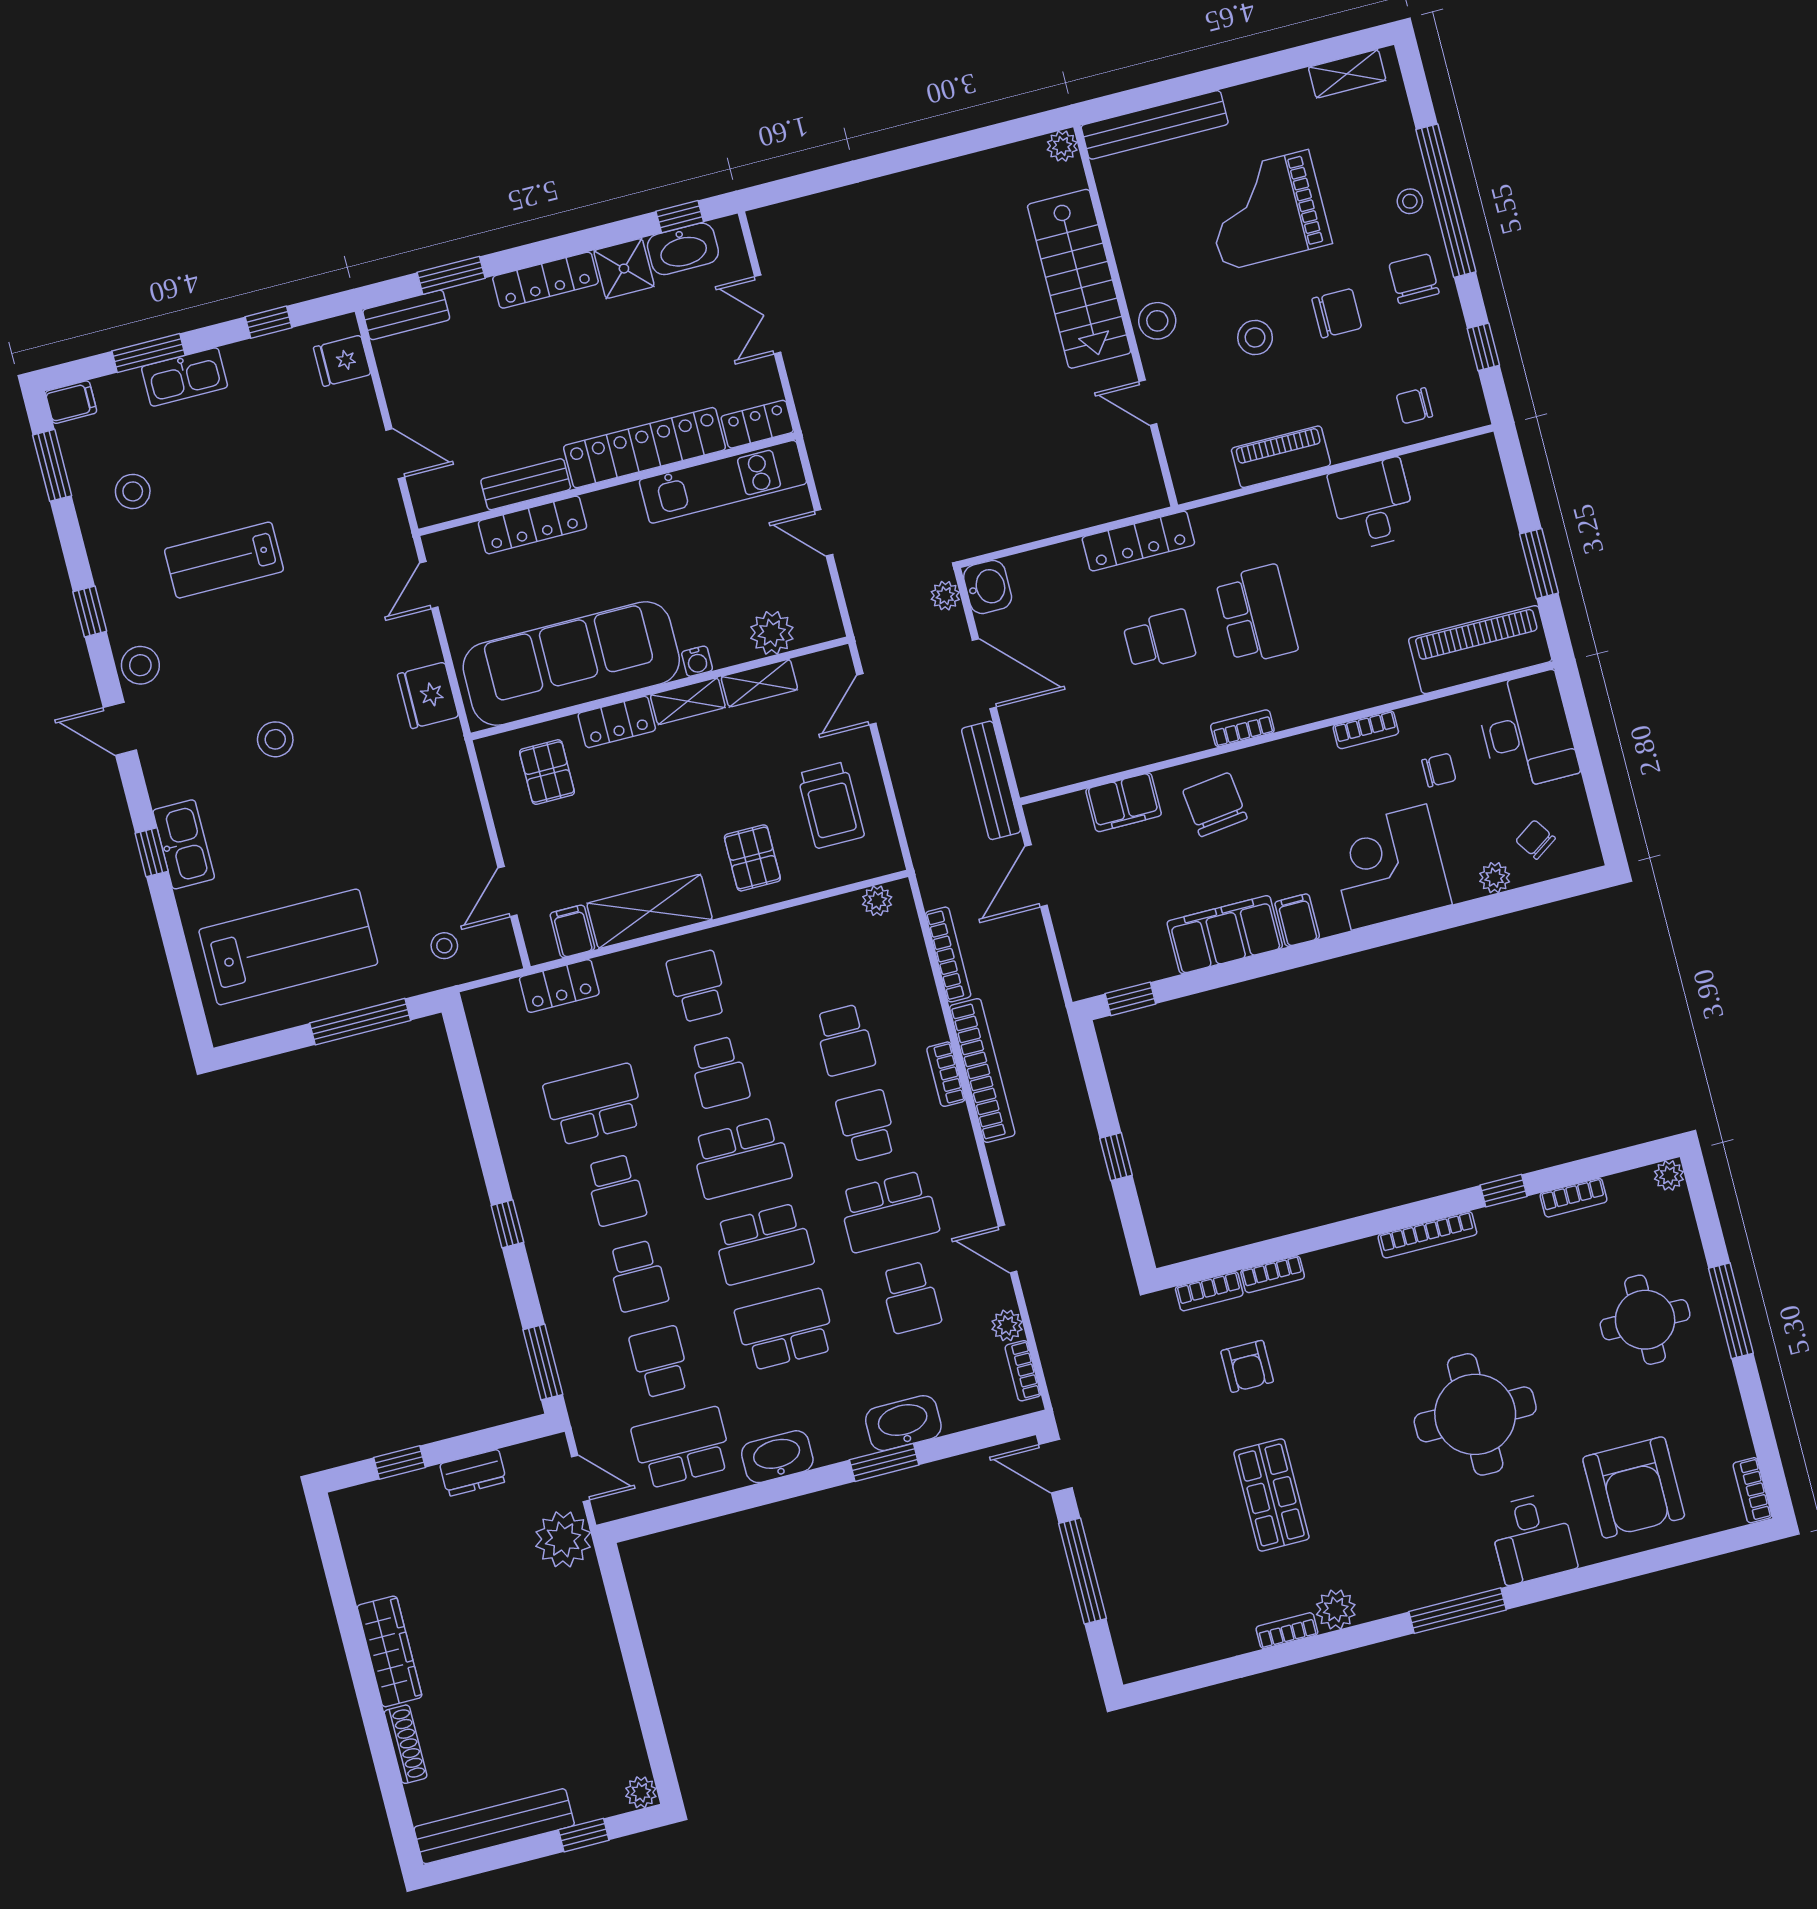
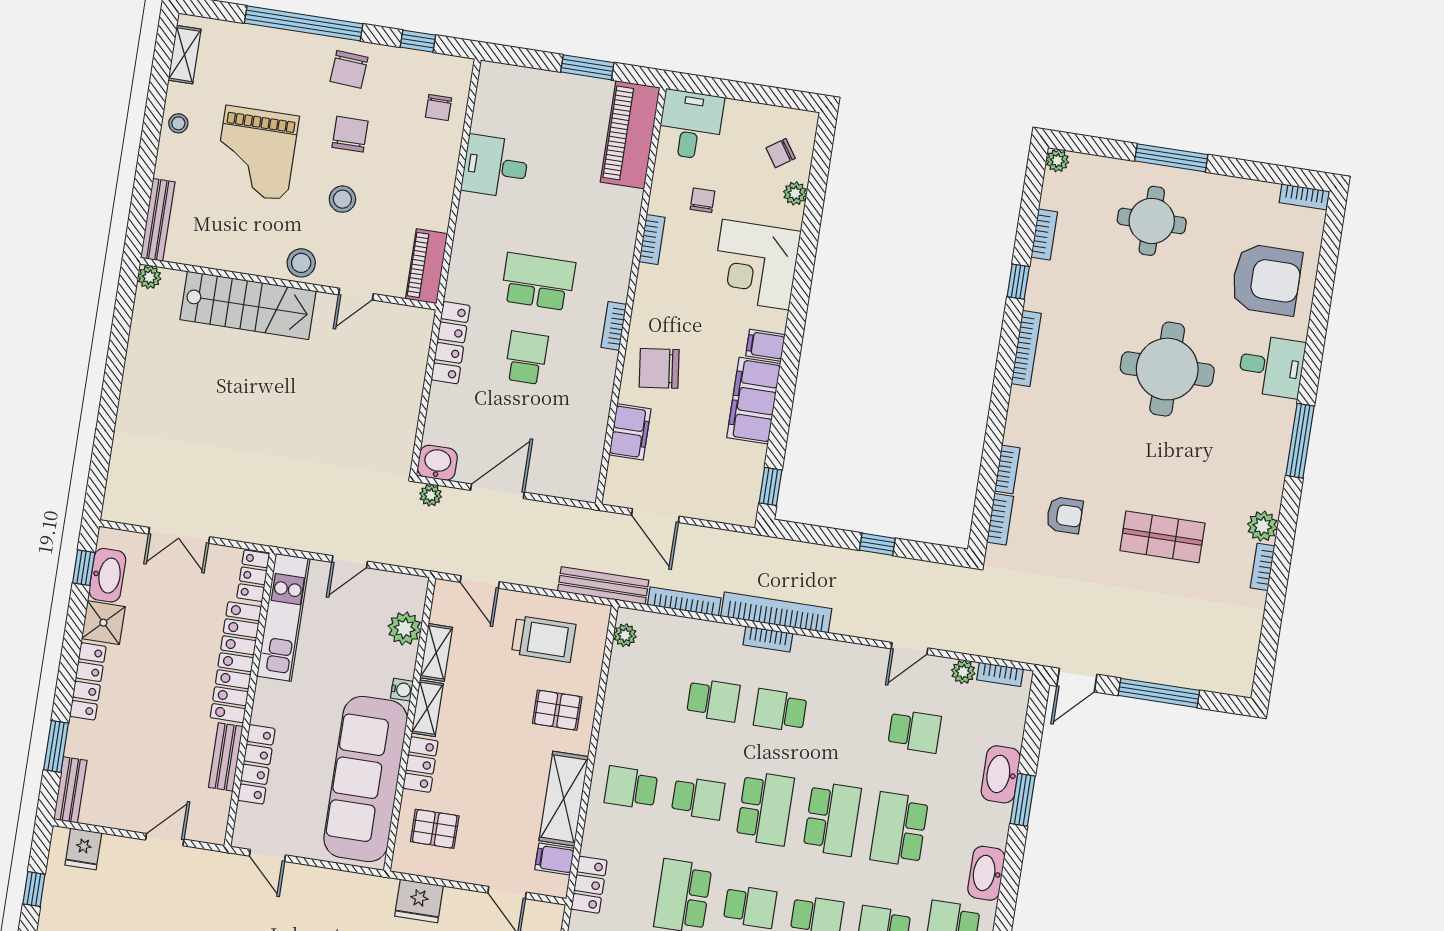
bench: (1155, 125) -> (158, 220), width x0.73, depth x0.82
stool: (1410, 201) -> (178, 123), moved
chair: (1414, 279) -> (349, 69), turned -86
piano: (1281, 457) -> (427, 266), moved
fridge: (428, 695) -> (419, 901), moved
desk: (1527, 731) -> (691, 125), width x0.73
bench: (991, 780) -> (603, 586), moved
school desk: (889, 1212) -> (847, 721), removed

